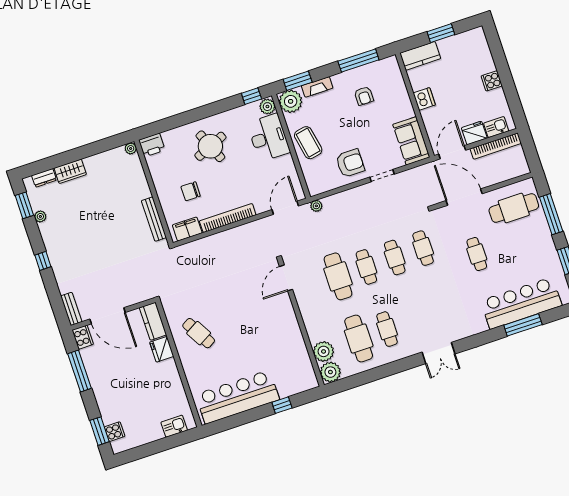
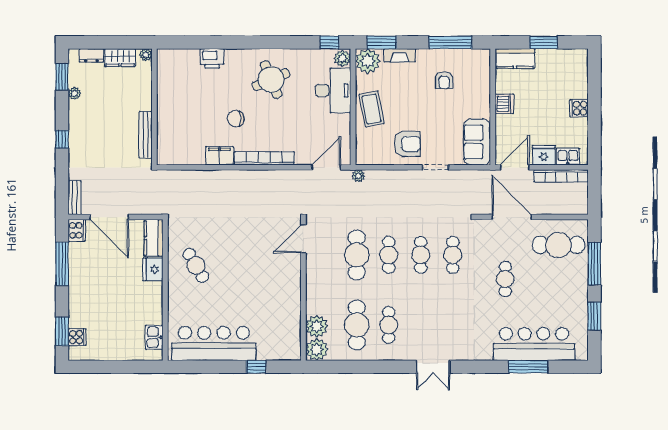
plant: (131, 148) -> (146, 55), moved
wall: (154, 192) -> (154, 107), moved
bench: (154, 219) -> (146, 134), moved
kitchen sink: (174, 426) -> (154, 337), moved, turned -90

